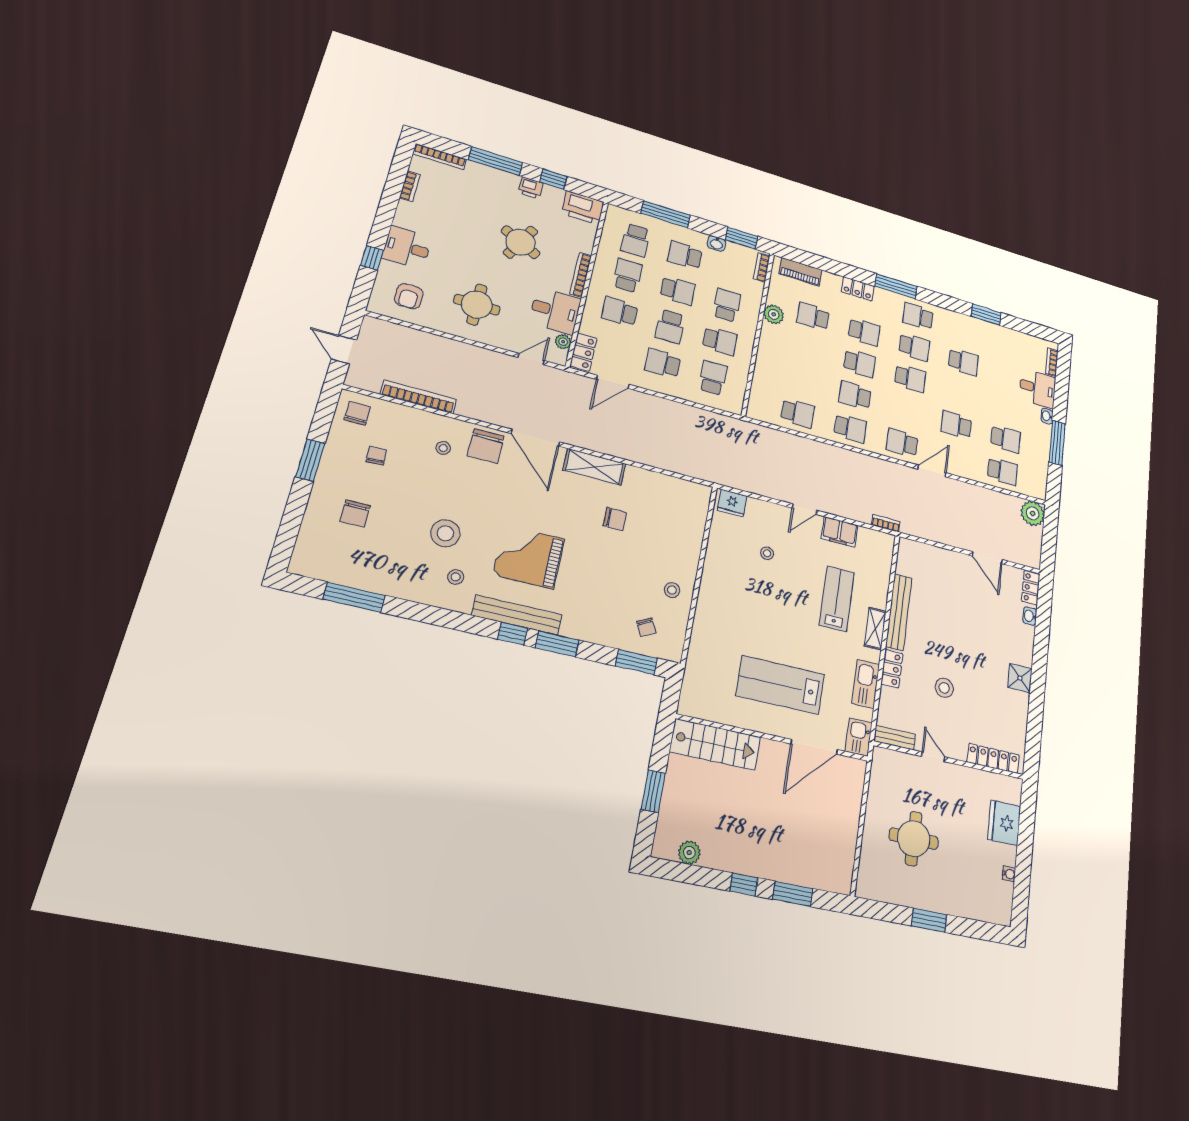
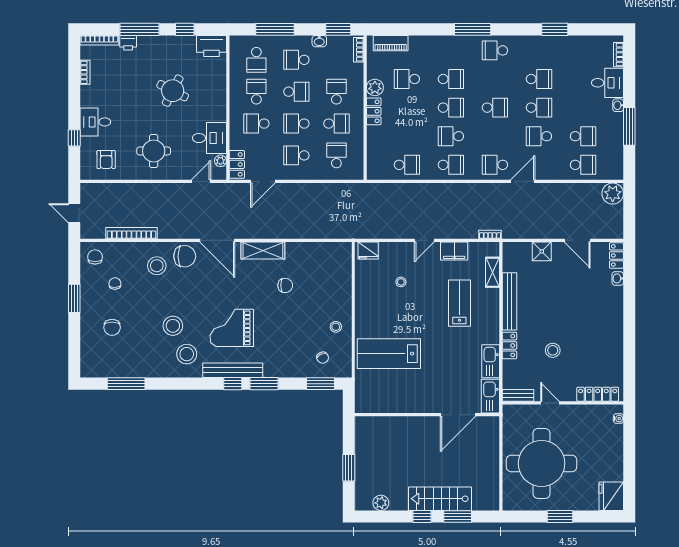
printer: (531, 188) -> (128, 43), moved
bookcase: (581, 275) -> (222, 103), removed
locker: (858, 289) -> (374, 111), moved, turned -90
school desk: (670, 326) -> (296, 124), turned 90
school desk: (914, 347) -> (539, 108), moved
chair: (486, 446) -> (185, 256), turned -90
stool: (443, 448) -> (157, 266), width x1.89, depth x1.89
stool: (456, 577) -> (187, 354), width x1.89, depth x1.89
shelving: (875, 629) -> (493, 272), moved
shower: (1020, 678) -> (542, 251), moved
lab bench: (780, 685) -> (389, 354), moved
kitchen sink: (859, 737) -> (490, 396), width x1.38
stairs: (715, 744) -> (440, 499), moved, turned 180
fridge: (1004, 823) -> (611, 496), moved
round table: (914, 839) -> (542, 463), width x1.86, depth x1.86
water cooler: (1009, 874) -> (618, 419), moved

